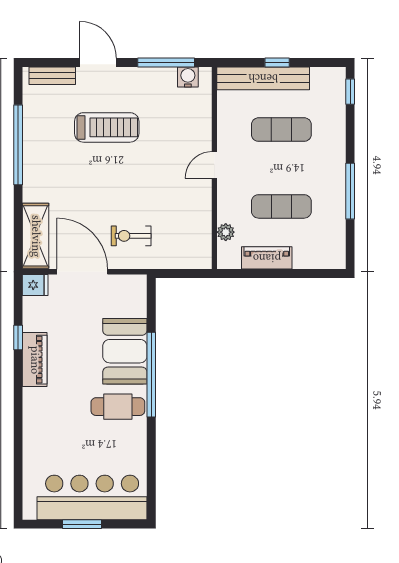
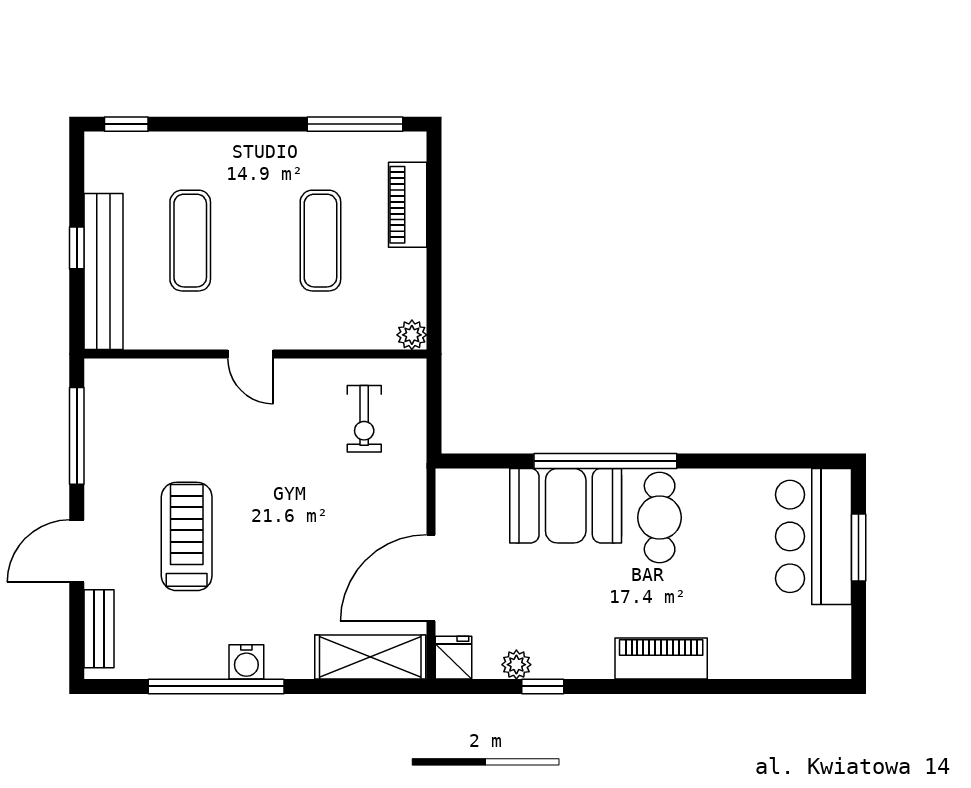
water cooler: (188, 77) -> (246, 662), moved, turned -90
window: (350, 191) -> (355, 124), moved
plant: (226, 232) -> (412, 335), moved
exercise bike: (131, 236) -> (364, 419), moved
piano: (267, 258) -> (408, 205), moved
plant: (31, 322) -> (516, 665), added
piano: (35, 360) -> (661, 659), moved
bar counter: (92, 497) -> (813, 536), width x0.73
window: (82, 524) -> (859, 547), moved

